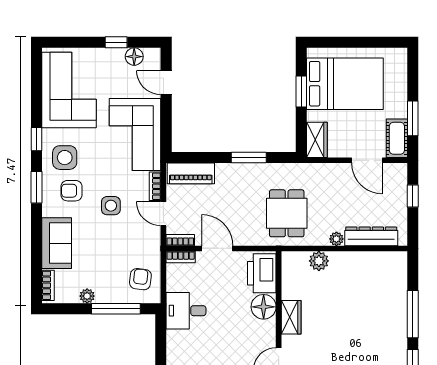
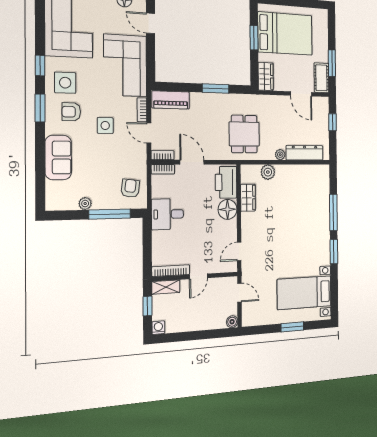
bookcase: (48, 285) -> (51, 195), removed
wardrobe: (291, 317) -> (248, 198), moved

